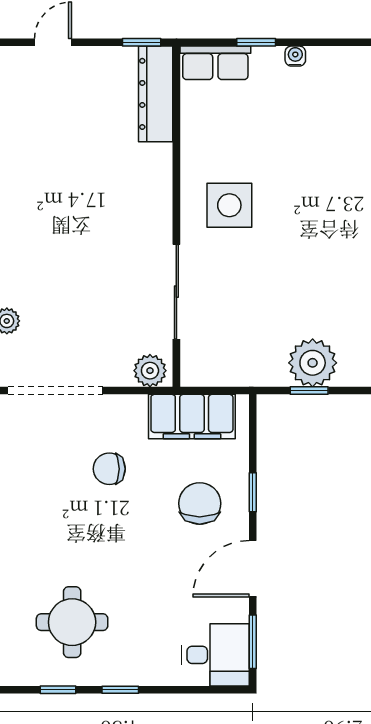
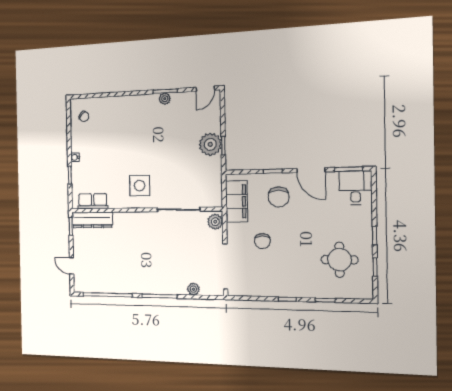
row of seats: (215, 63) -> (93, 201), moved, turned -90
chair: (200, 503) -> (279, 197), turned -90

